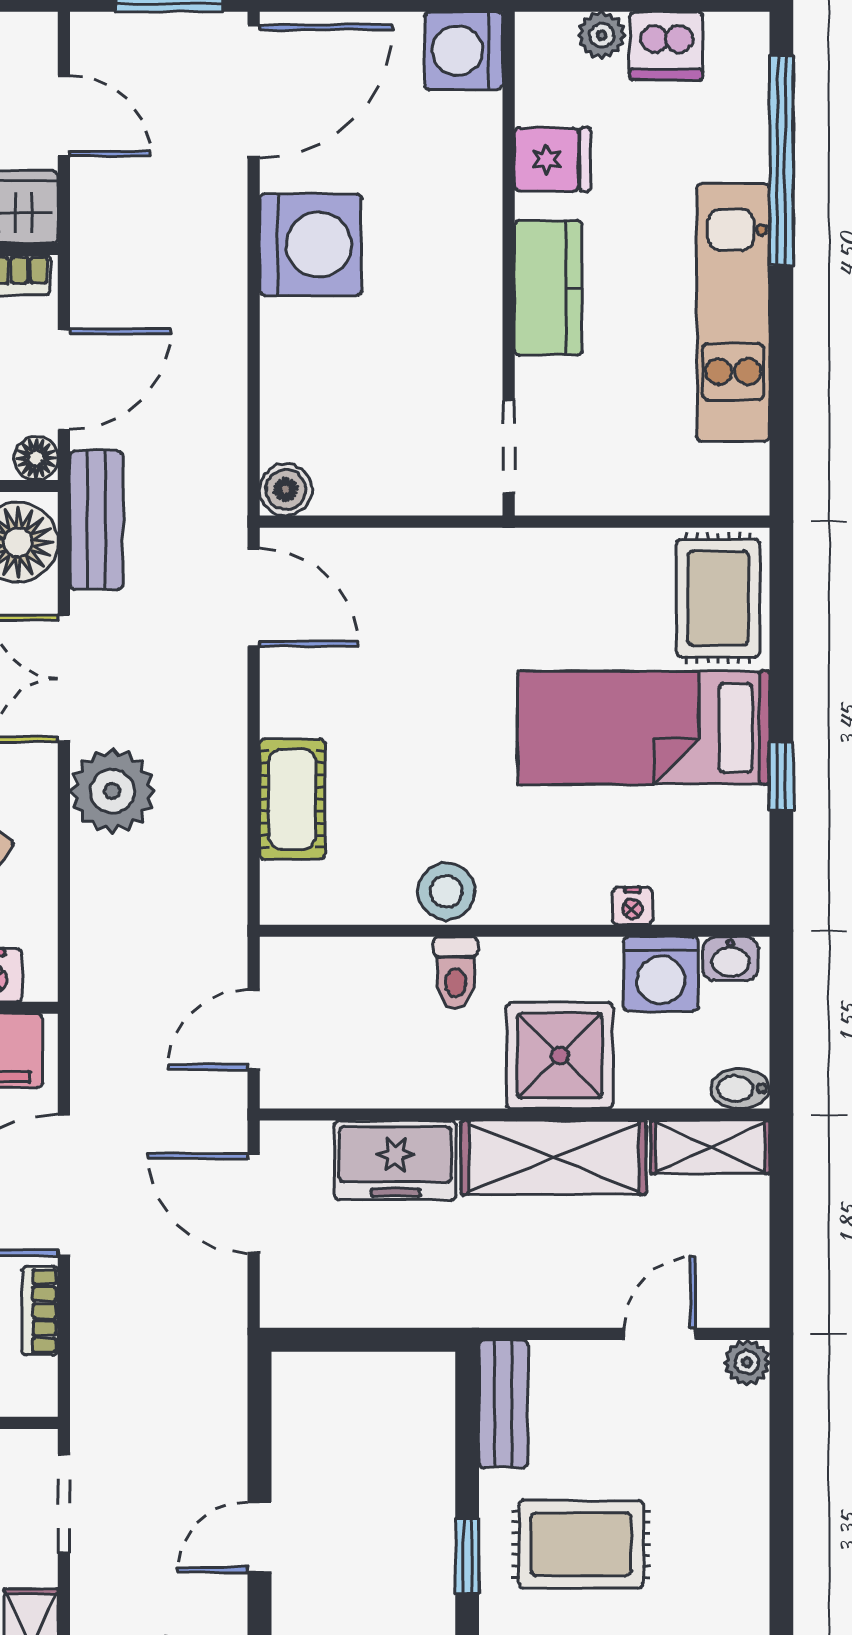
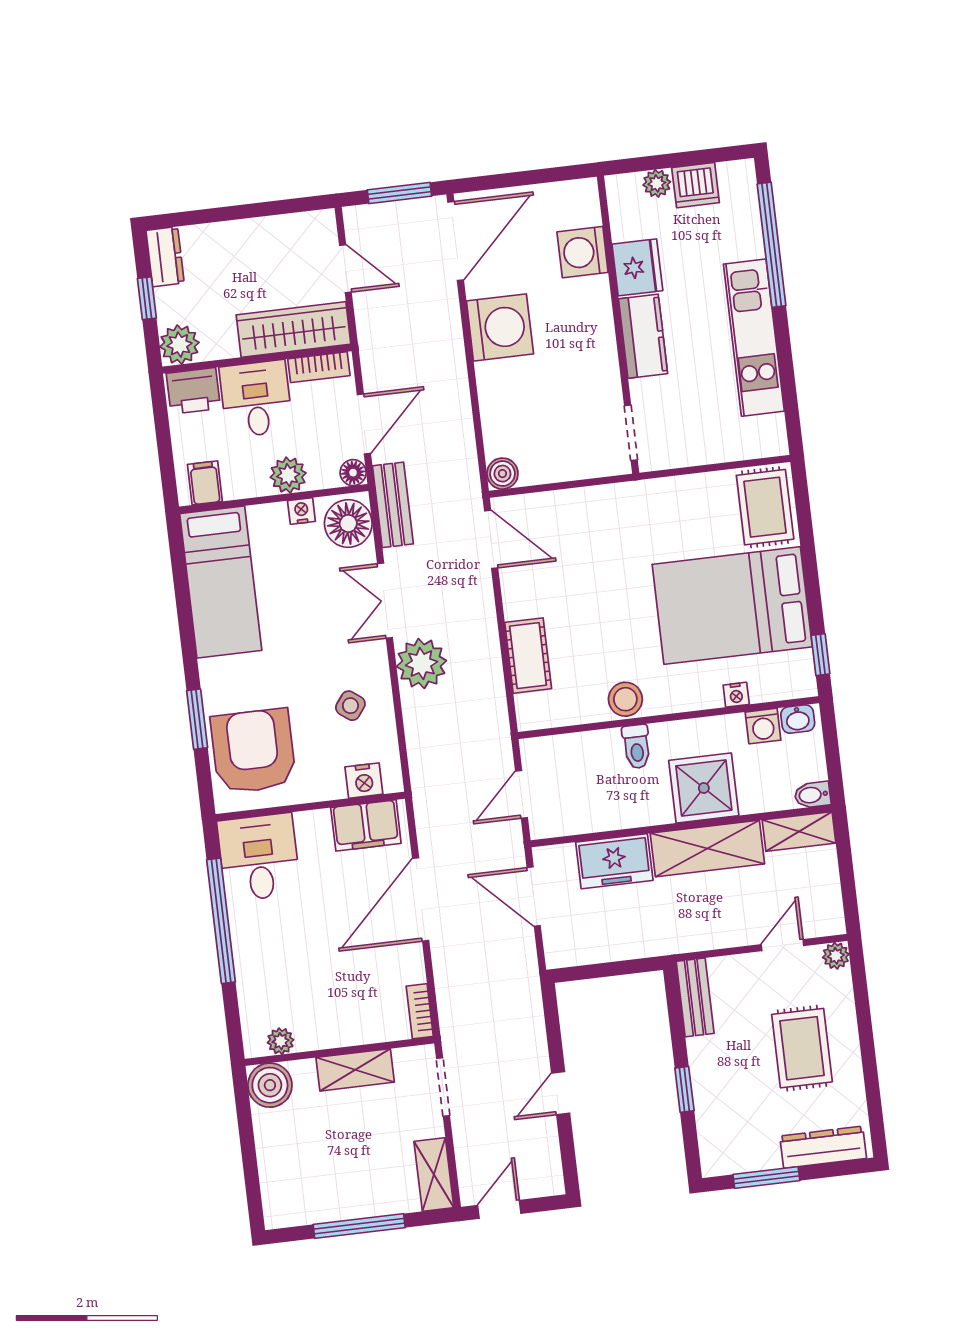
washing machine: (464, 51) -> (583, 252), moved
fridge: (552, 159) -> (637, 267), width x1.38
bed: (644, 728) -> (732, 606), width x1.50
window: (781, 776) -> (820, 655), moved
washing machine: (661, 974) -> (763, 726), width x0.73, depth x0.73
bookcase: (40, 1311) -> (420, 1011), moved
rug: (581, 1544) -> (802, 1048), moved, turned 90

